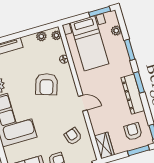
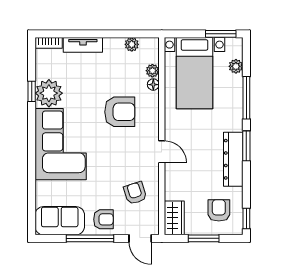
plant: (56, 35) -> (152, 71), moved
window: (130, 50) -> (246, 98), width x1.44
armchair: (47, 84) -> (120, 112), turned -108
window: (138, 151) -> (204, 238), moved

